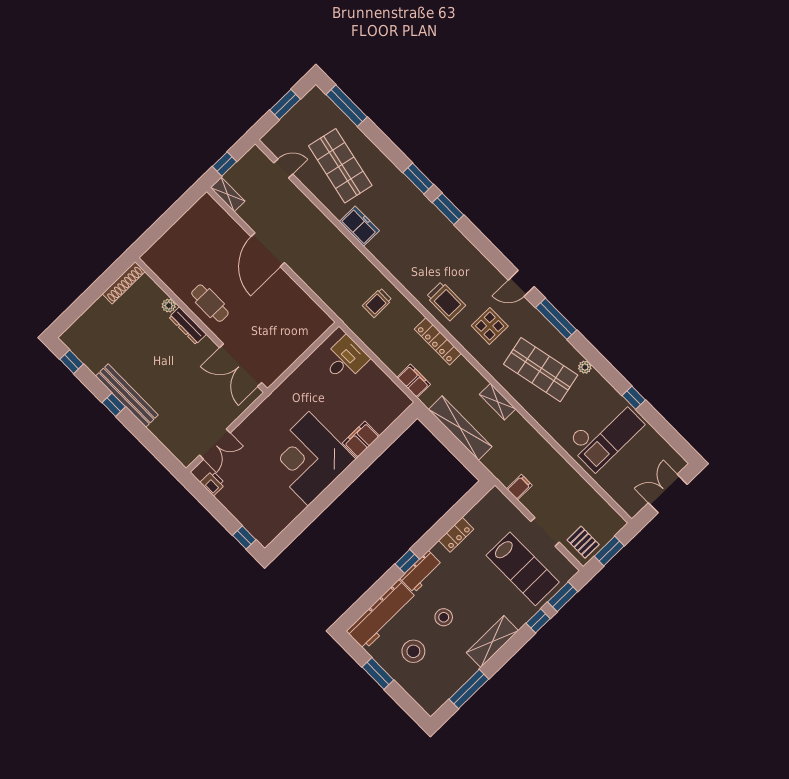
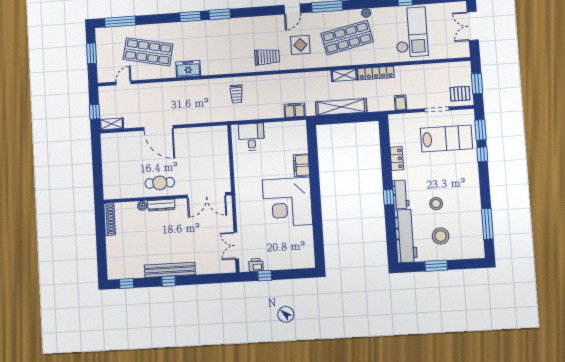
locker: (438, 341) -> (376, 73), moved
double door: (215, 444) -> (236, 246), swing flipped
window: (244, 537) -> (265, 276), moved
shelving: (492, 642) -> (472, 189), removed

